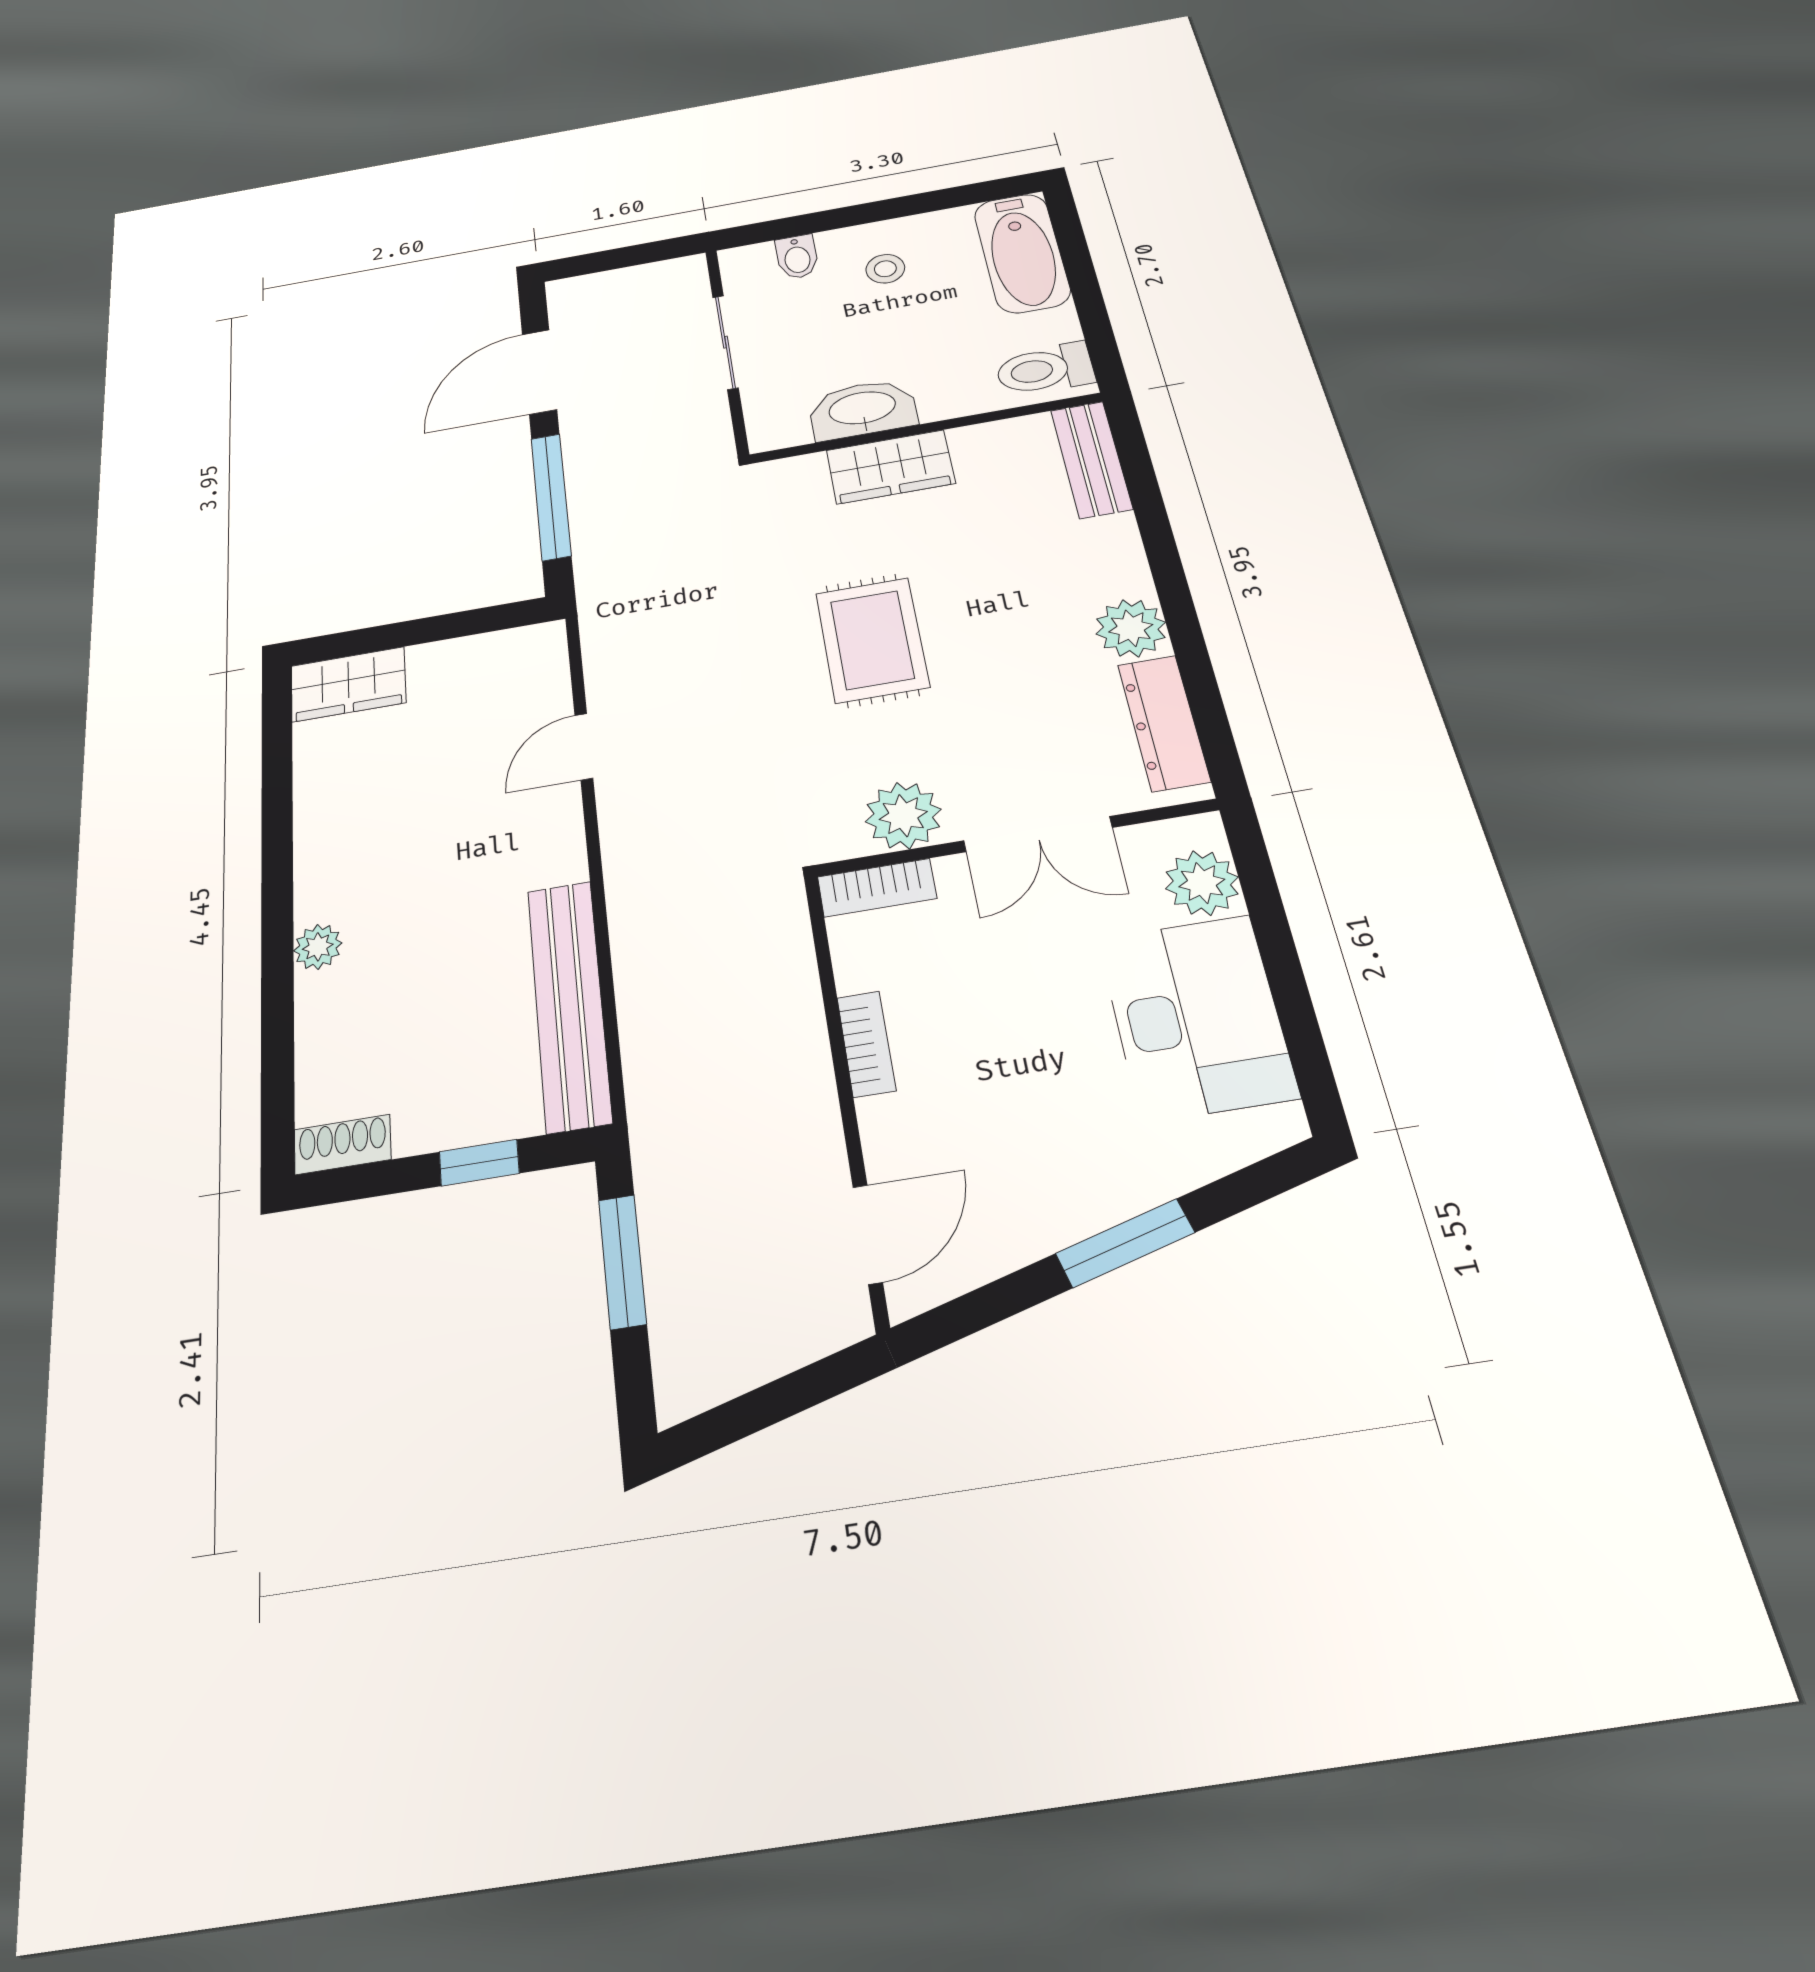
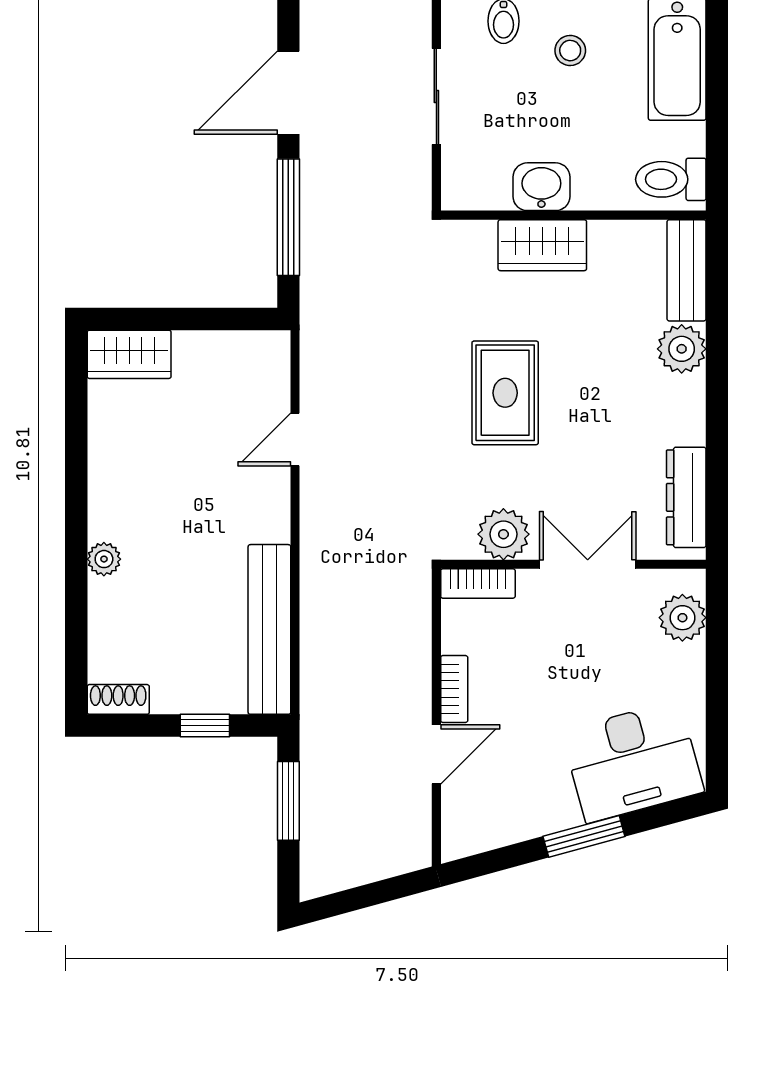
washbasin: (862, 409) -> (541, 187), width x0.72
plant: (1131, 628) -> (682, 349), moved
double door: (1038, 834) -> (588, 564), swing flipped
desk: (1197, 1017) -> (633, 761), moved, turned 75
door: (868, 1234) -> (436, 754), moved

